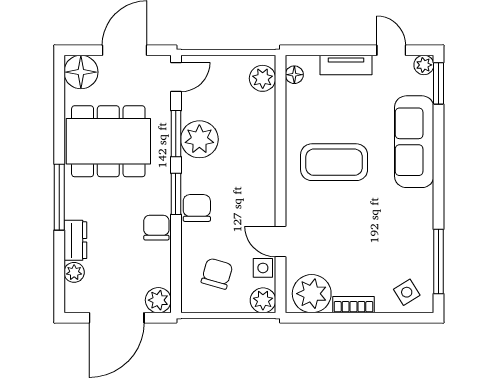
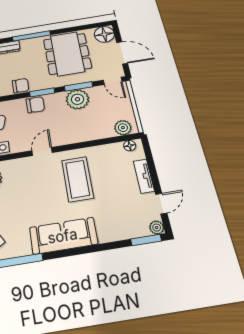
sofa: (414, 142) -> (63, 236), moved
door: (280, 242) -> (42, 152), moved

